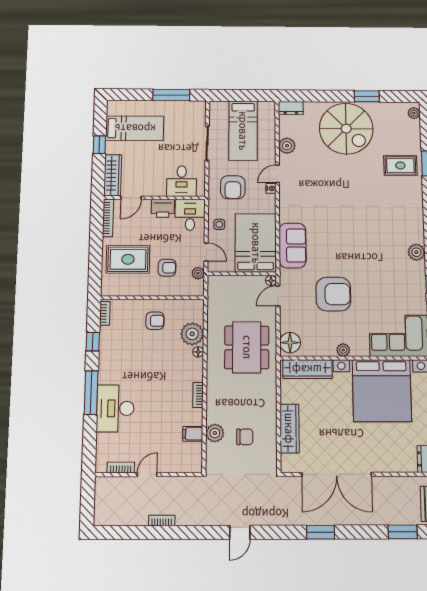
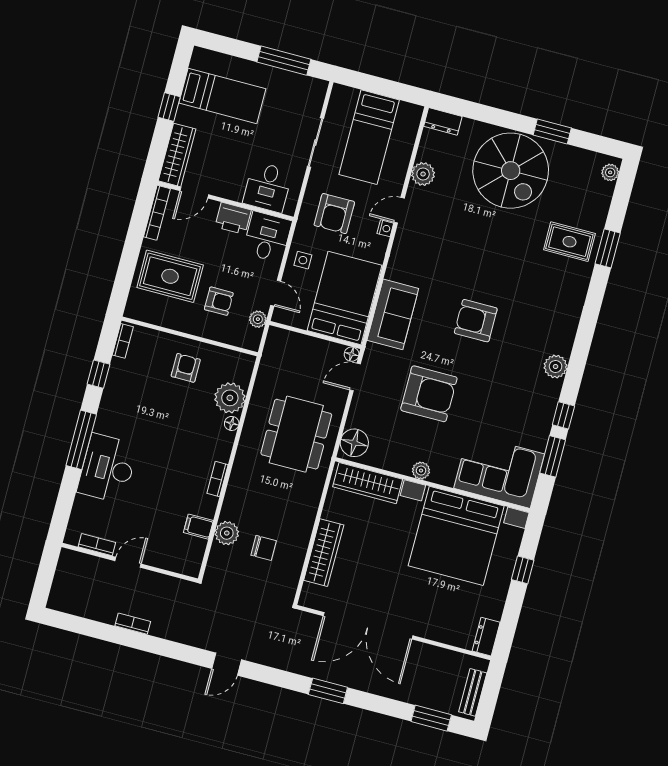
armchair: (352, 235) -> (476, 321), added
armchair: (155, 321) -> (186, 368), turned -90

